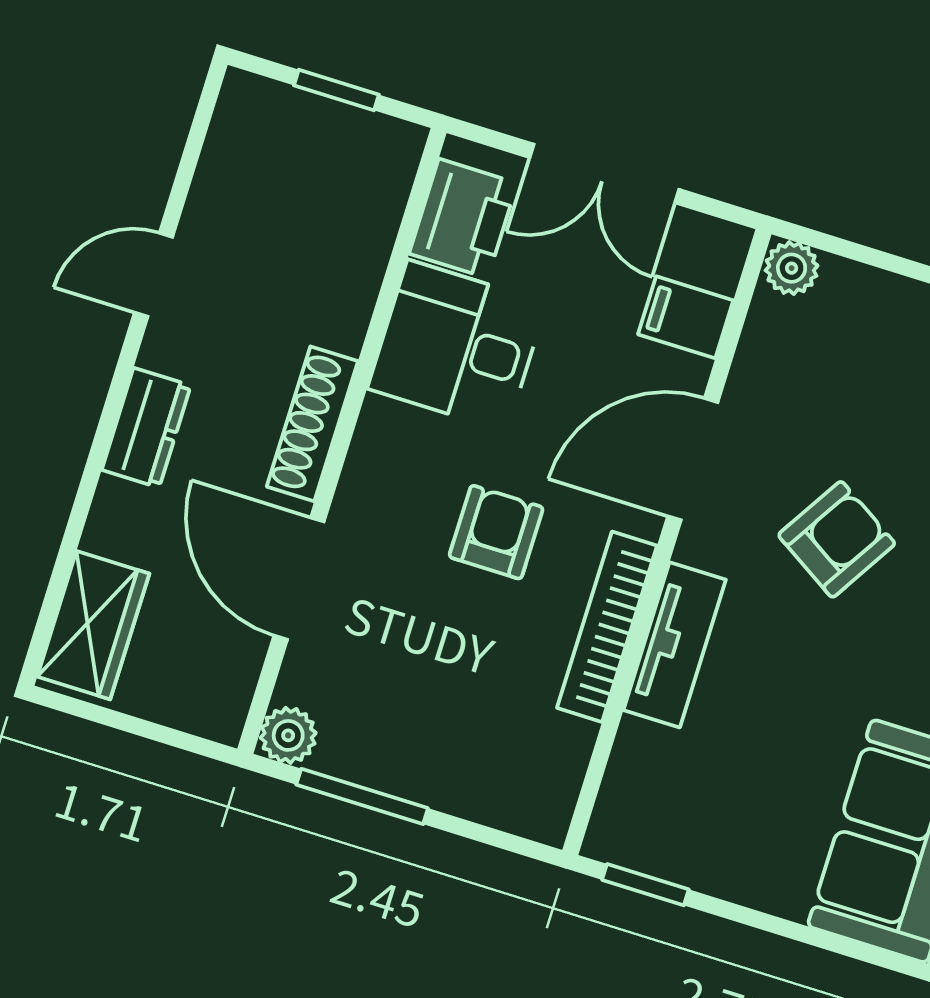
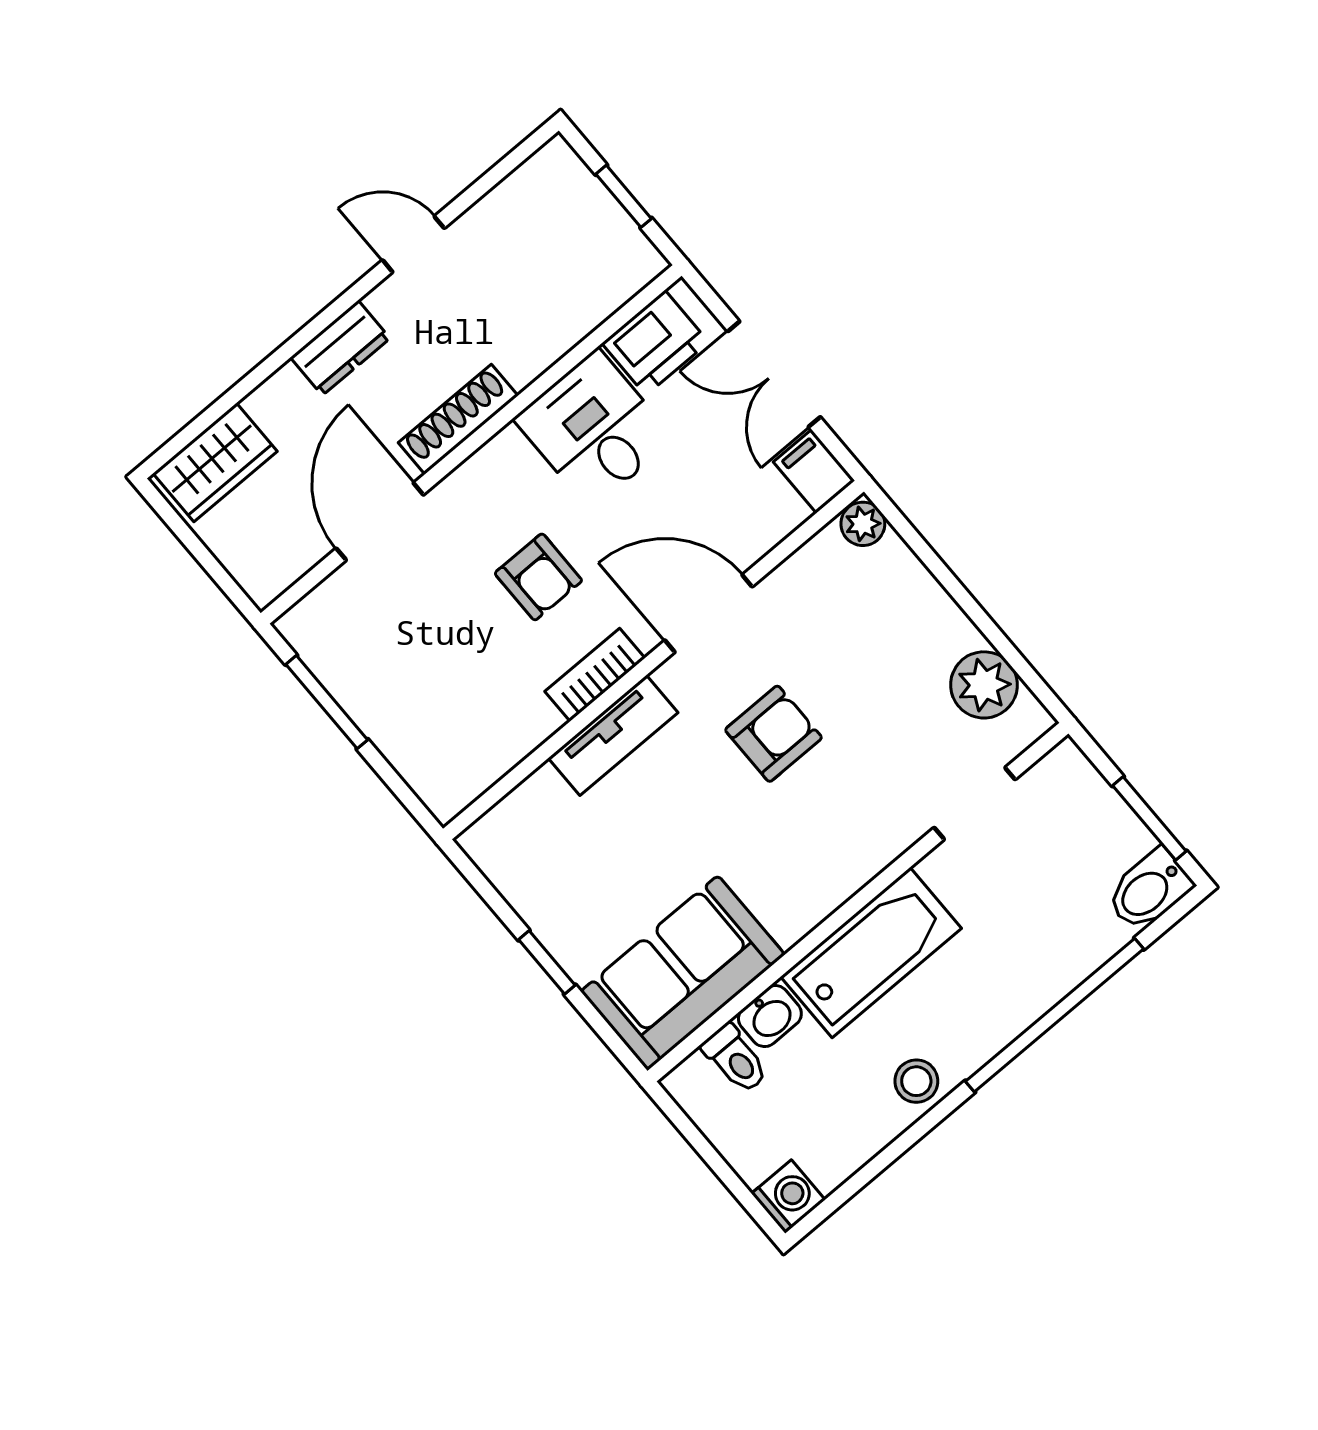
filing cabinet: (686, 317) -> (814, 471), moved
armchair: (496, 532) -> (538, 577), turned 90
armchair: (837, 539) -> (773, 734), turned -32
bookcase: (607, 627) -> (595, 675), width x0.64
plant: (288, 735) -> (302, 626), removed
window: (645, 885) -> (547, 962), moved

